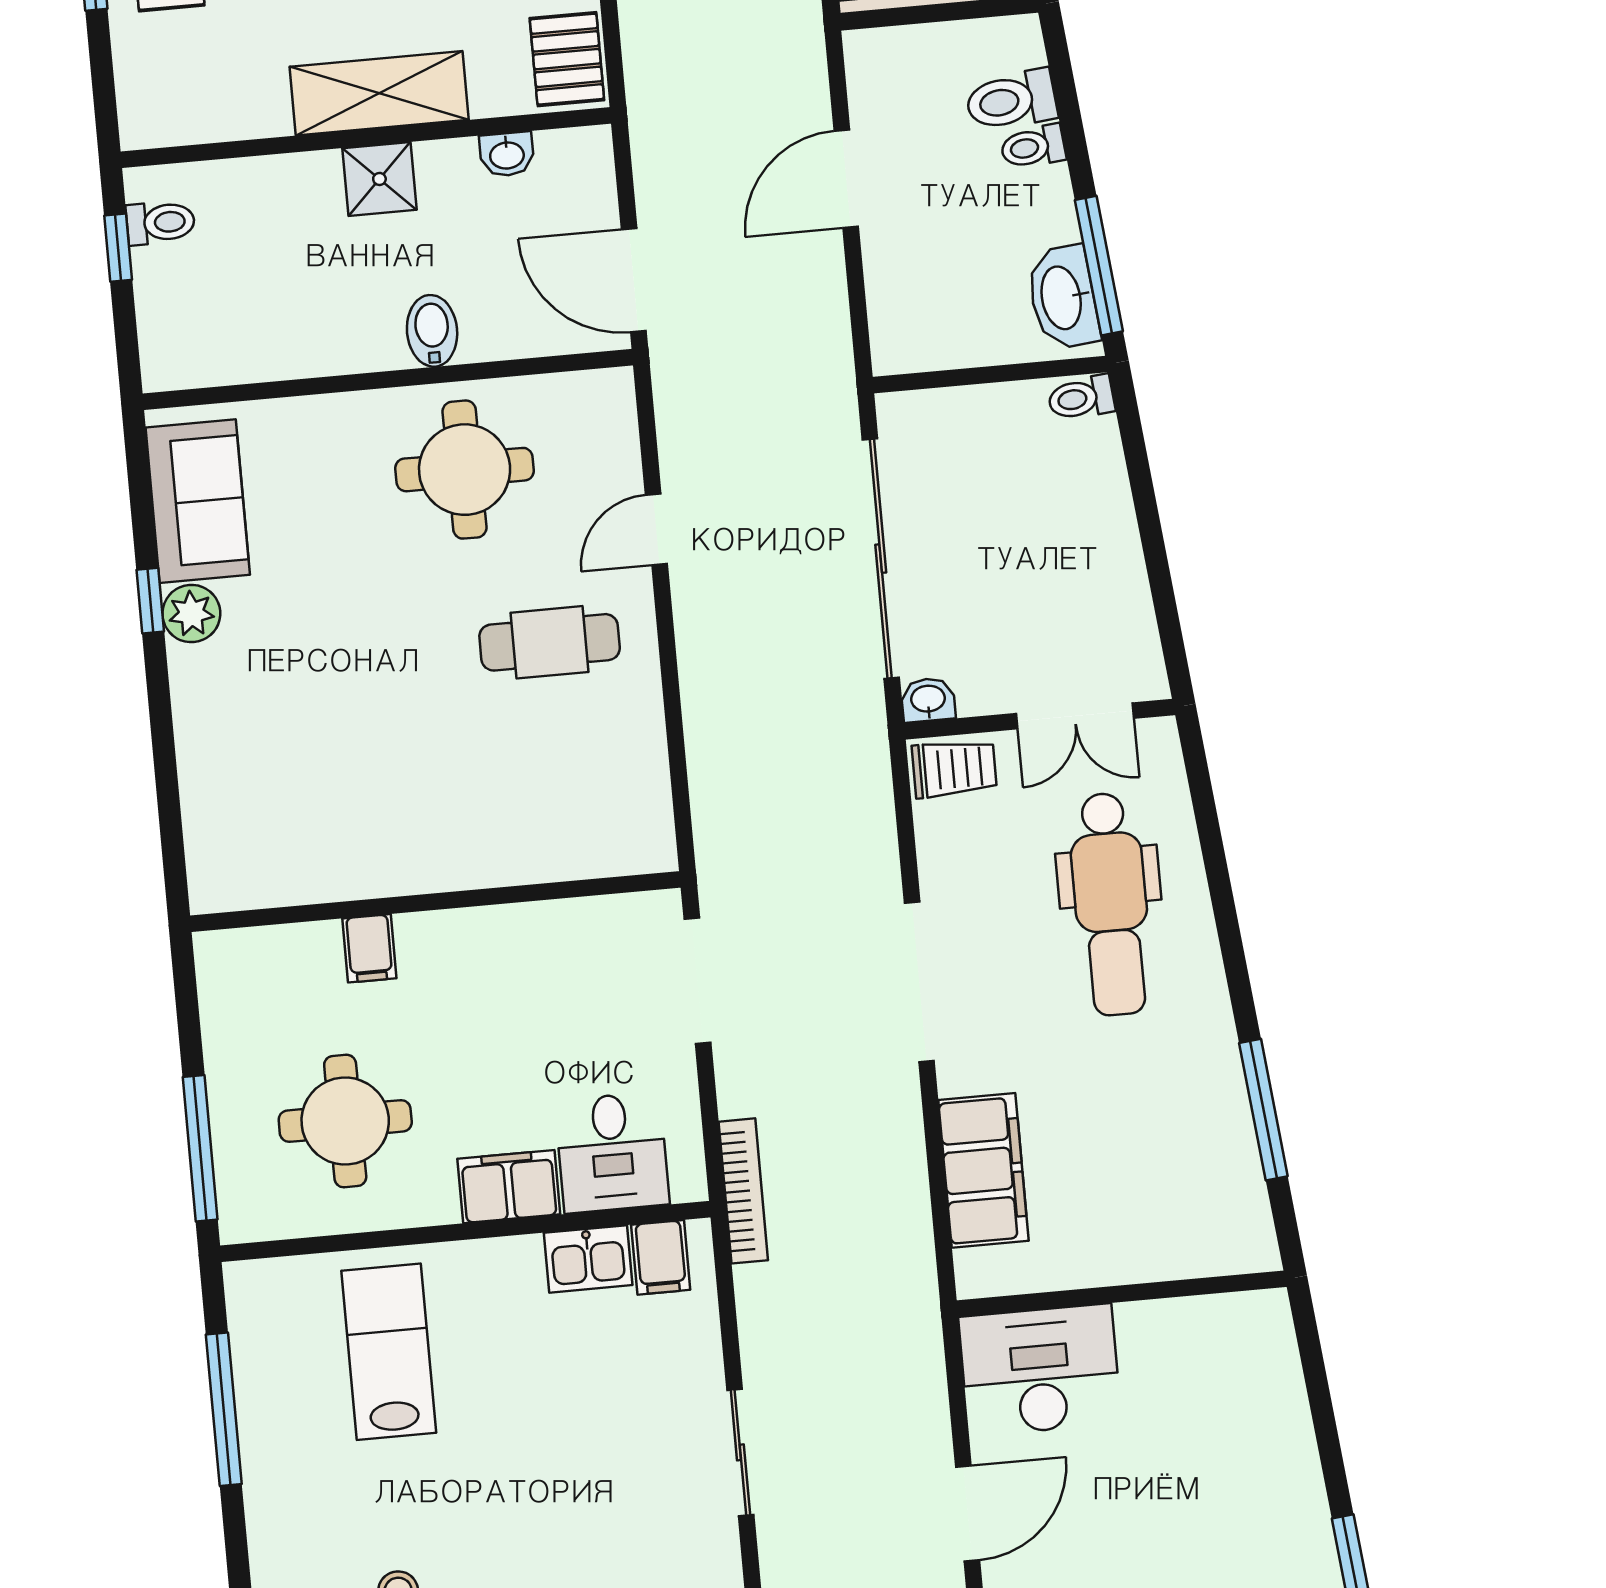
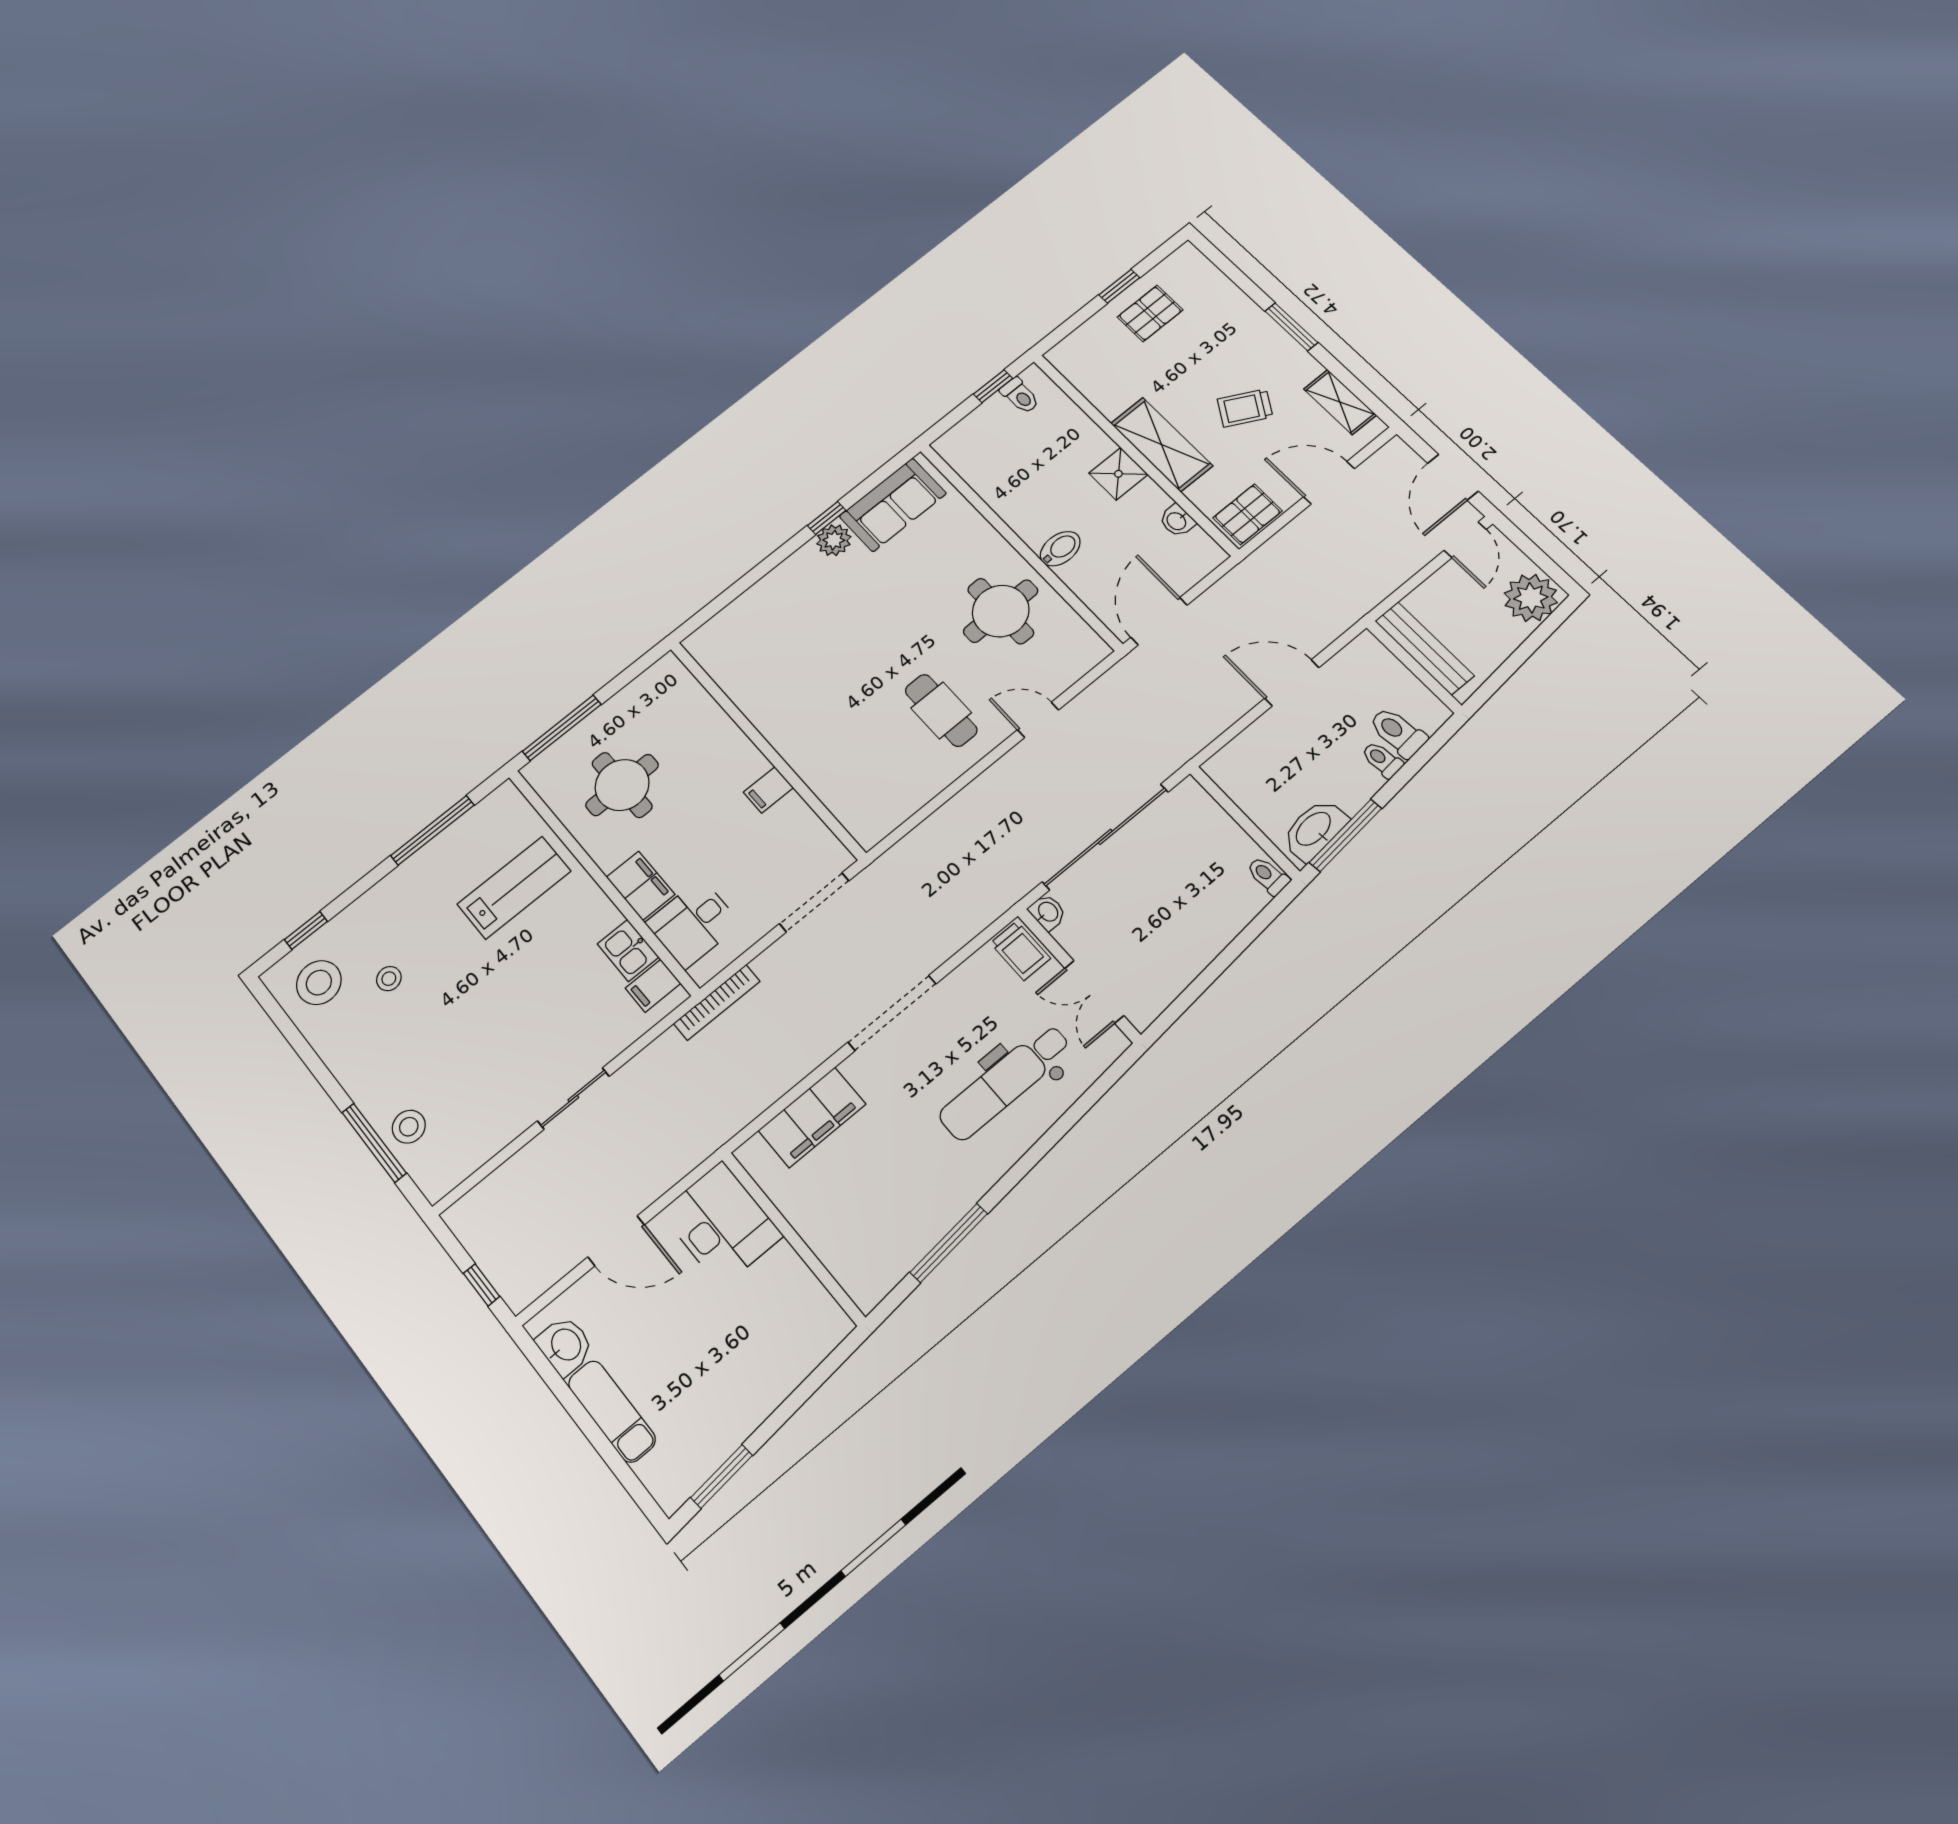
filing cabinet: (369, 948) -> (768, 790), moved

